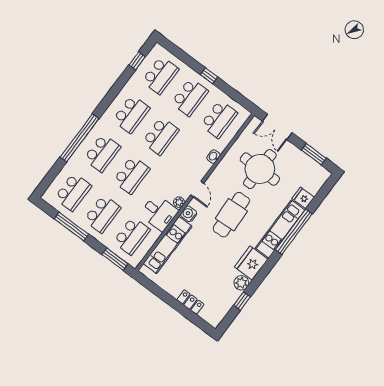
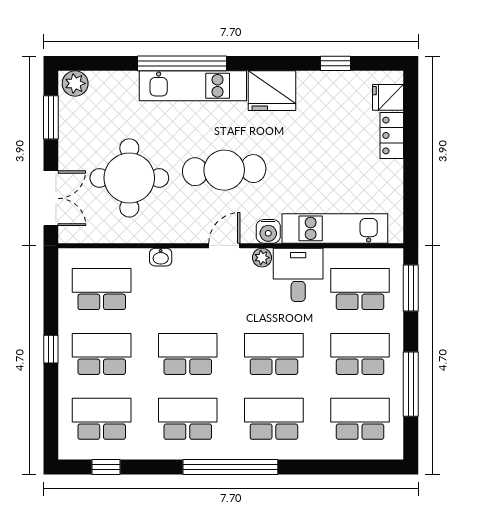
window: (79, 138) -> (230, 467), moved
fridge: (303, 198) -> (388, 97), moved, turned 90
plant: (241, 283) -> (75, 83), moved

